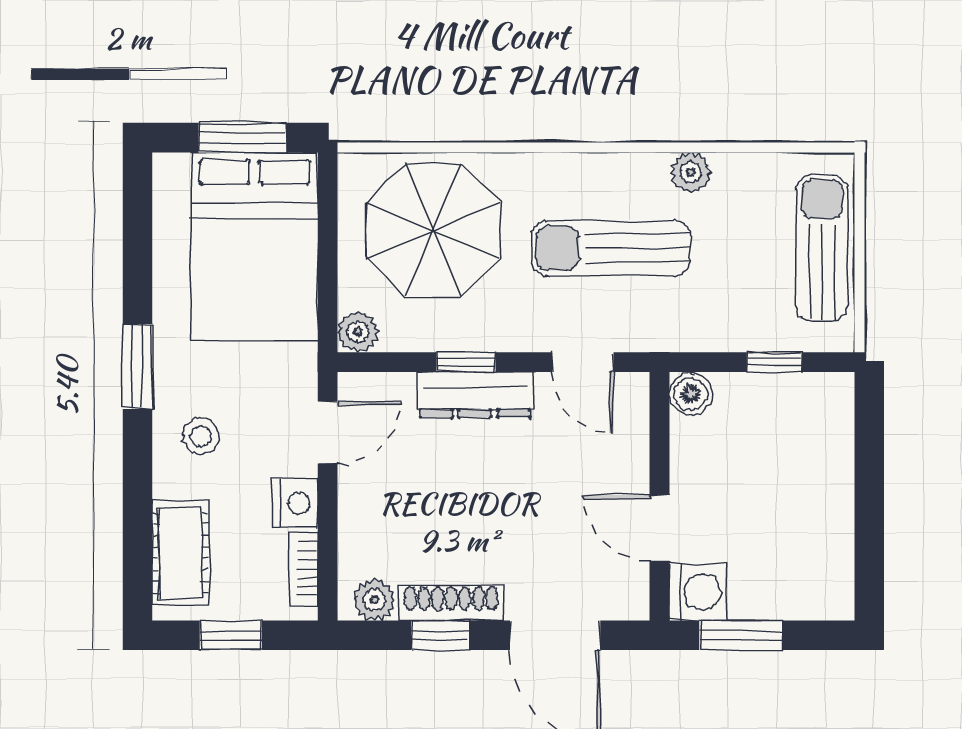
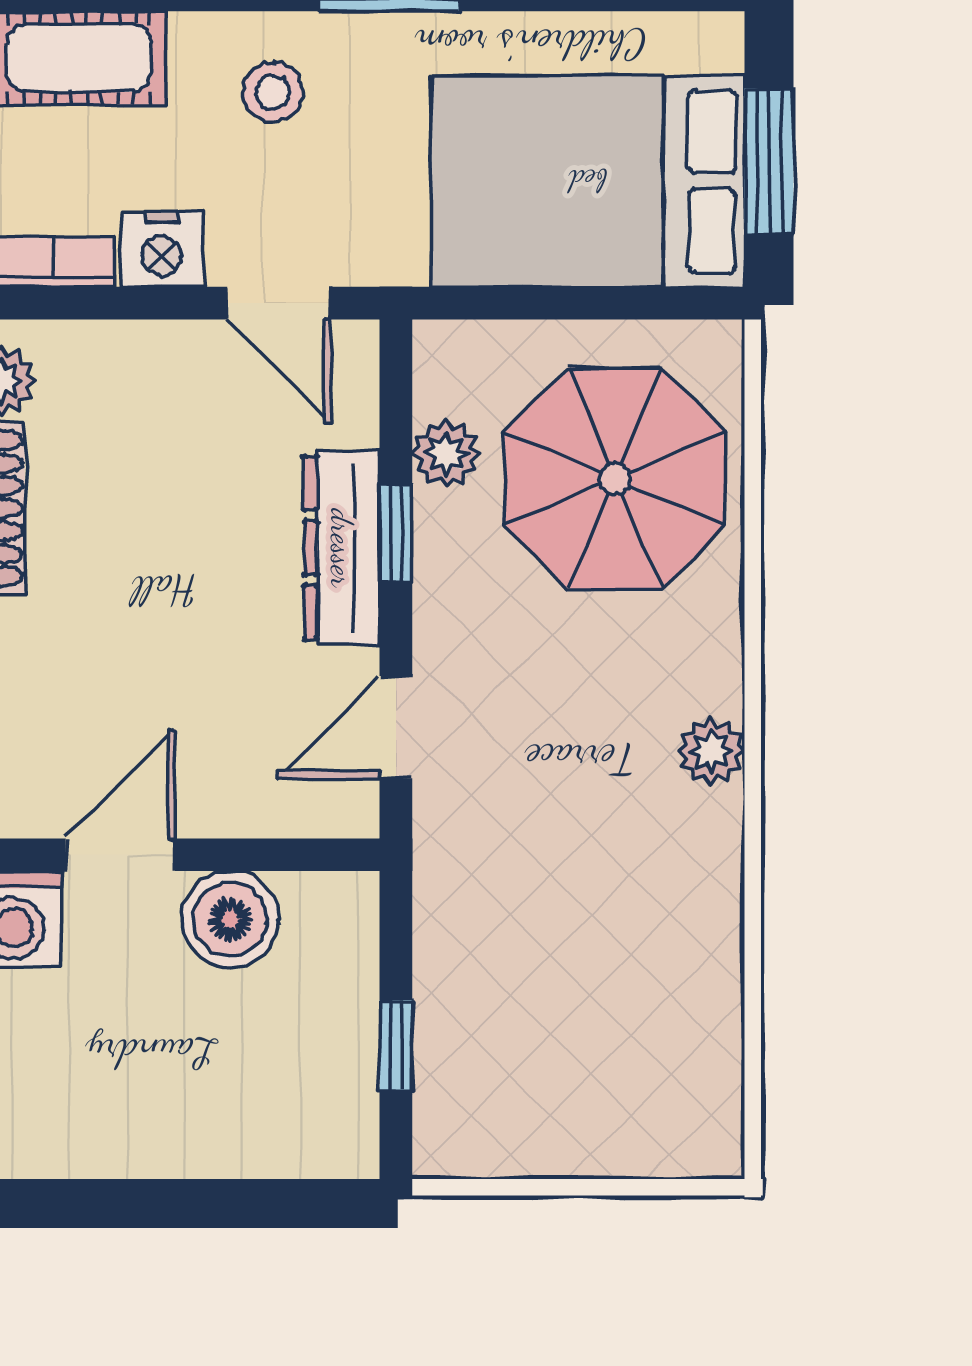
plant: (691, 172) -> (711, 751), moved
sun lounger: (611, 248) -> (586, 774), removed
sun lounger: (822, 248) -> (586, 1125), removed
plant: (358, 332) -> (446, 454), moved
boiler: (691, 394) -> (230, 919), moved, width x1.36, depth x1.36

